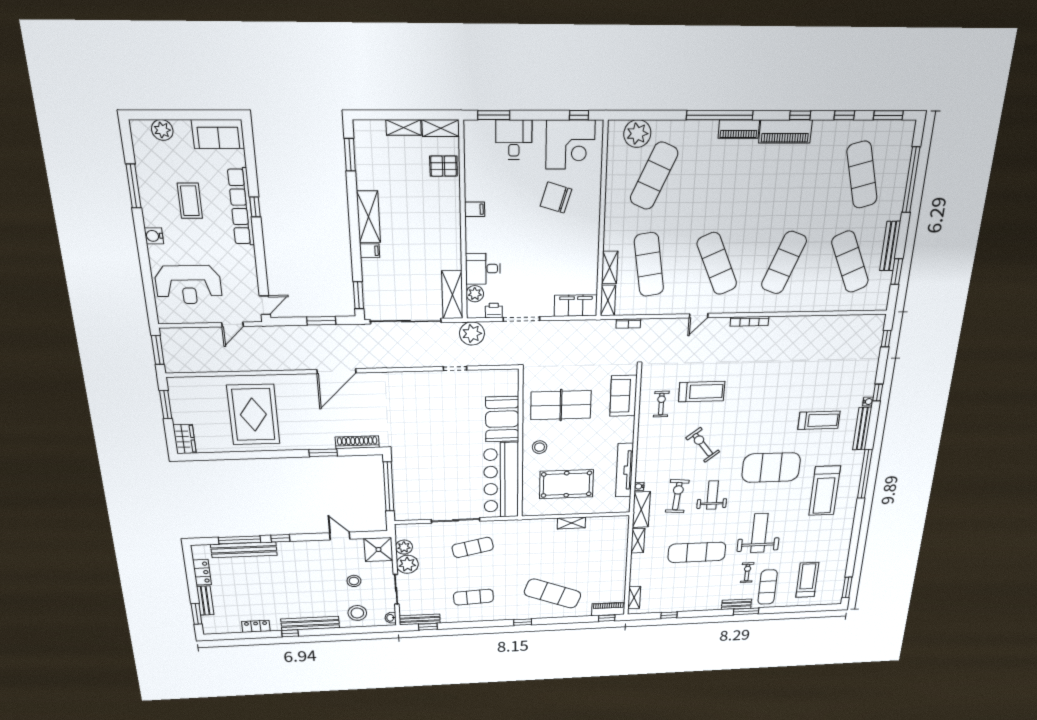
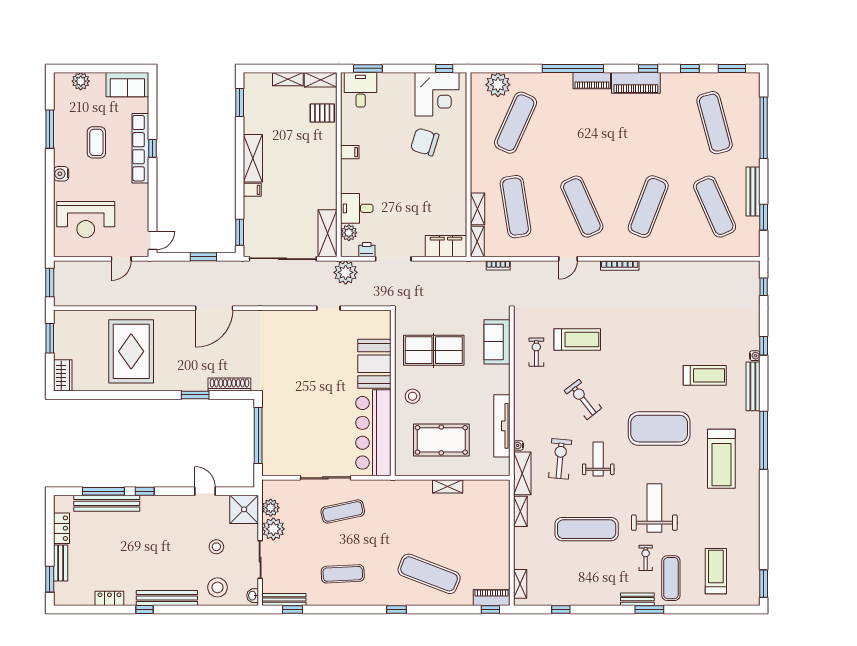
desk: (514, 140) -> (361, 90), moved

